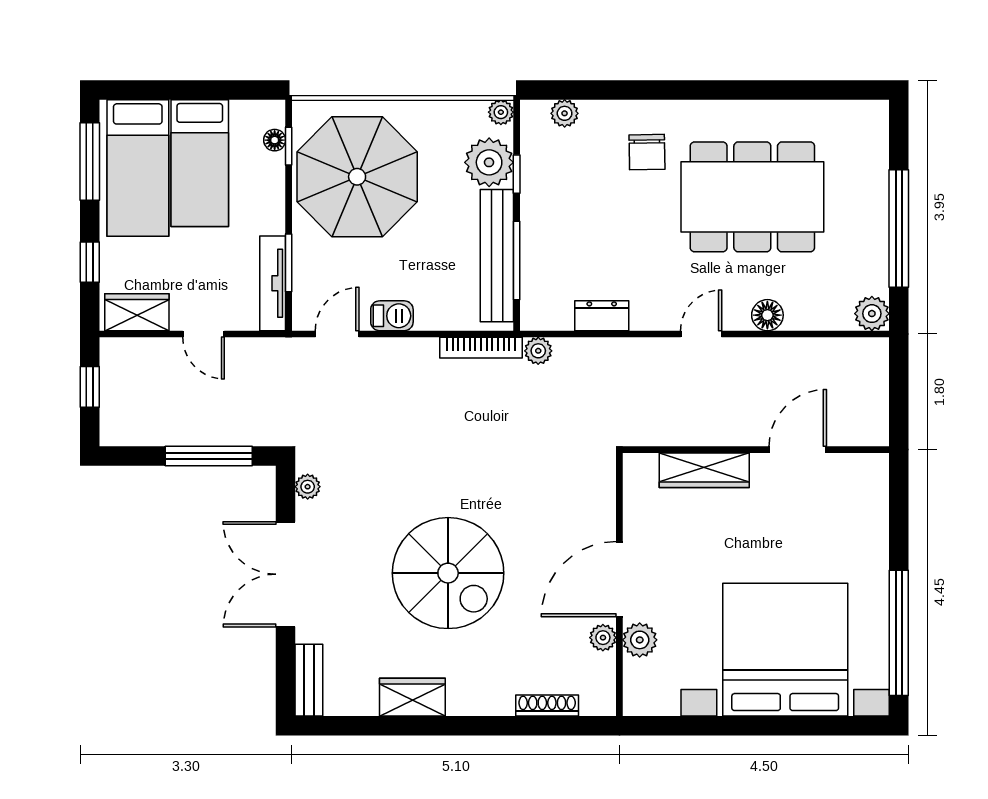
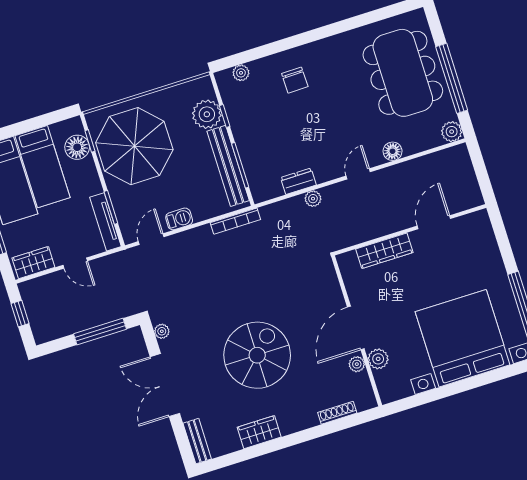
plant: (501, 112) -> (205, 84), removed
floor lamp: (275, 140) -> (77, 147), width x1.89, depth x1.89
dining table: (752, 197) -> (403, 73), moved, turned 90
plant: (538, 351) -> (313, 199), moved
spiral stairs: (448, 573) -> (257, 355), turned -90

